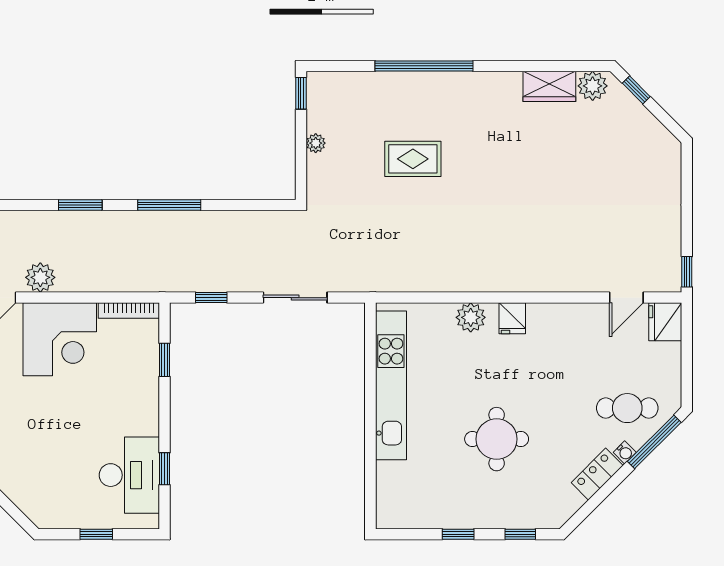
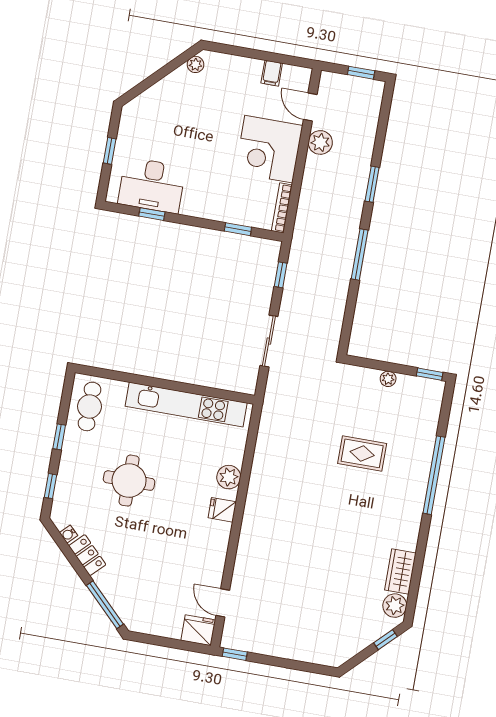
rug: (413, 159) -> (362, 453), turned 90
cafe table: (627, 408) -> (89, 406), moved
water cooler: (625, 452) -> (69, 534), moved

